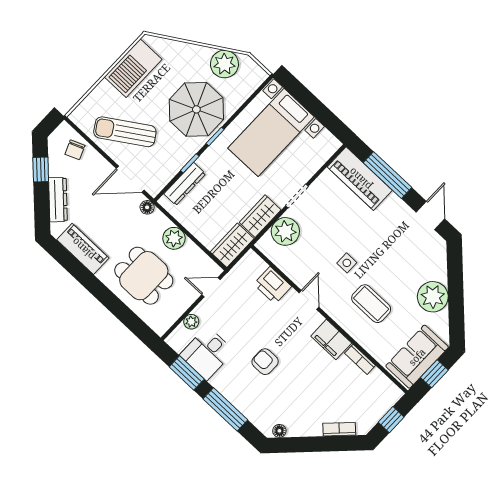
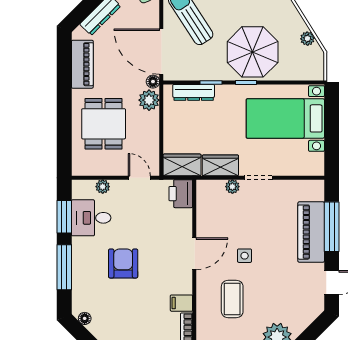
plant: (224, 64) -> (307, 39), width x0.53, depth x0.53
door: (130, 179) -> (161, 52), width x1.36
piano: (360, 179) -> (311, 232), moved
plant: (285, 231) -> (232, 187), width x0.53, depth x0.53
plant: (174, 238) -> (149, 100), moved
printer: (273, 285) -> (181, 194), moved
door: (309, 300) -> (194, 254), width x1.38
filing cabinet: (331, 340) -> (181, 303), width x0.50
armchair: (265, 362) -> (123, 263), width x1.38, depth x1.38

